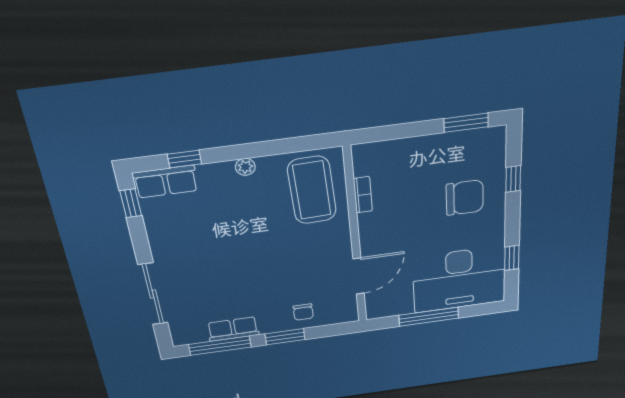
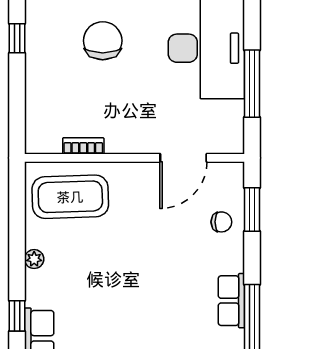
window: (466, 123) -> (17, 38), width x0.67
door: (359, 276) -> (183, 158), swing flipped
window: (285, 337) -> (252, 209), moved

